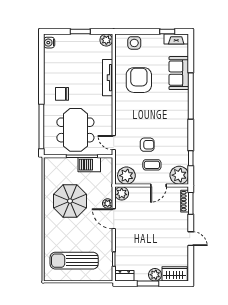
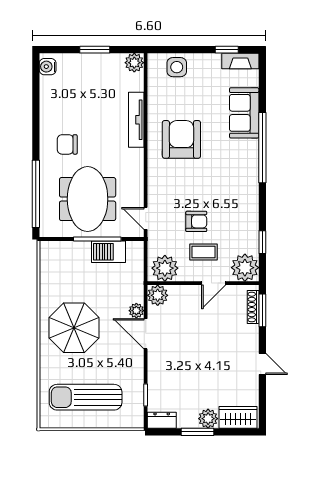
armchair: (139, 80) -> (181, 139), moved
parasol: (70, 201) -> (74, 328), moved

